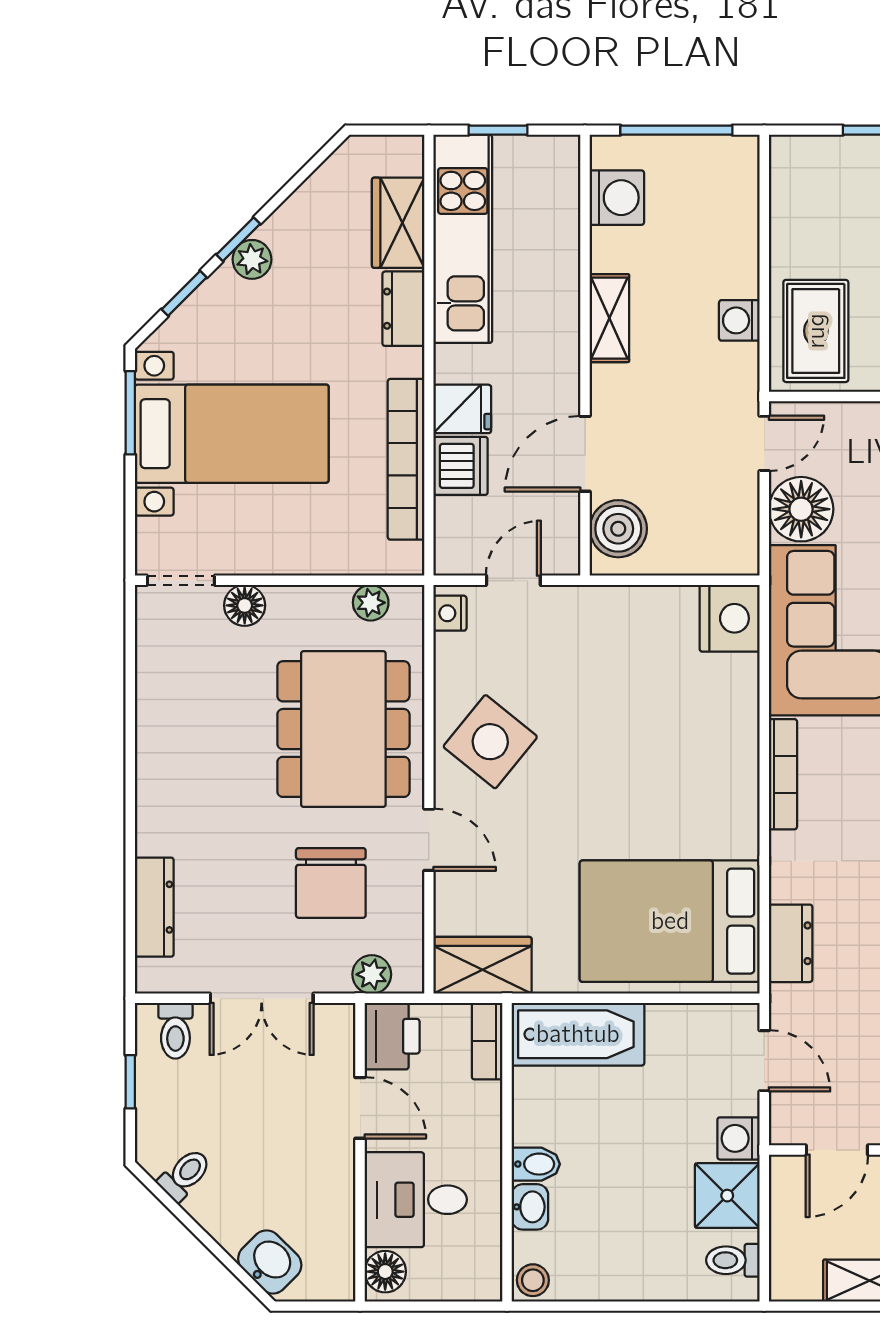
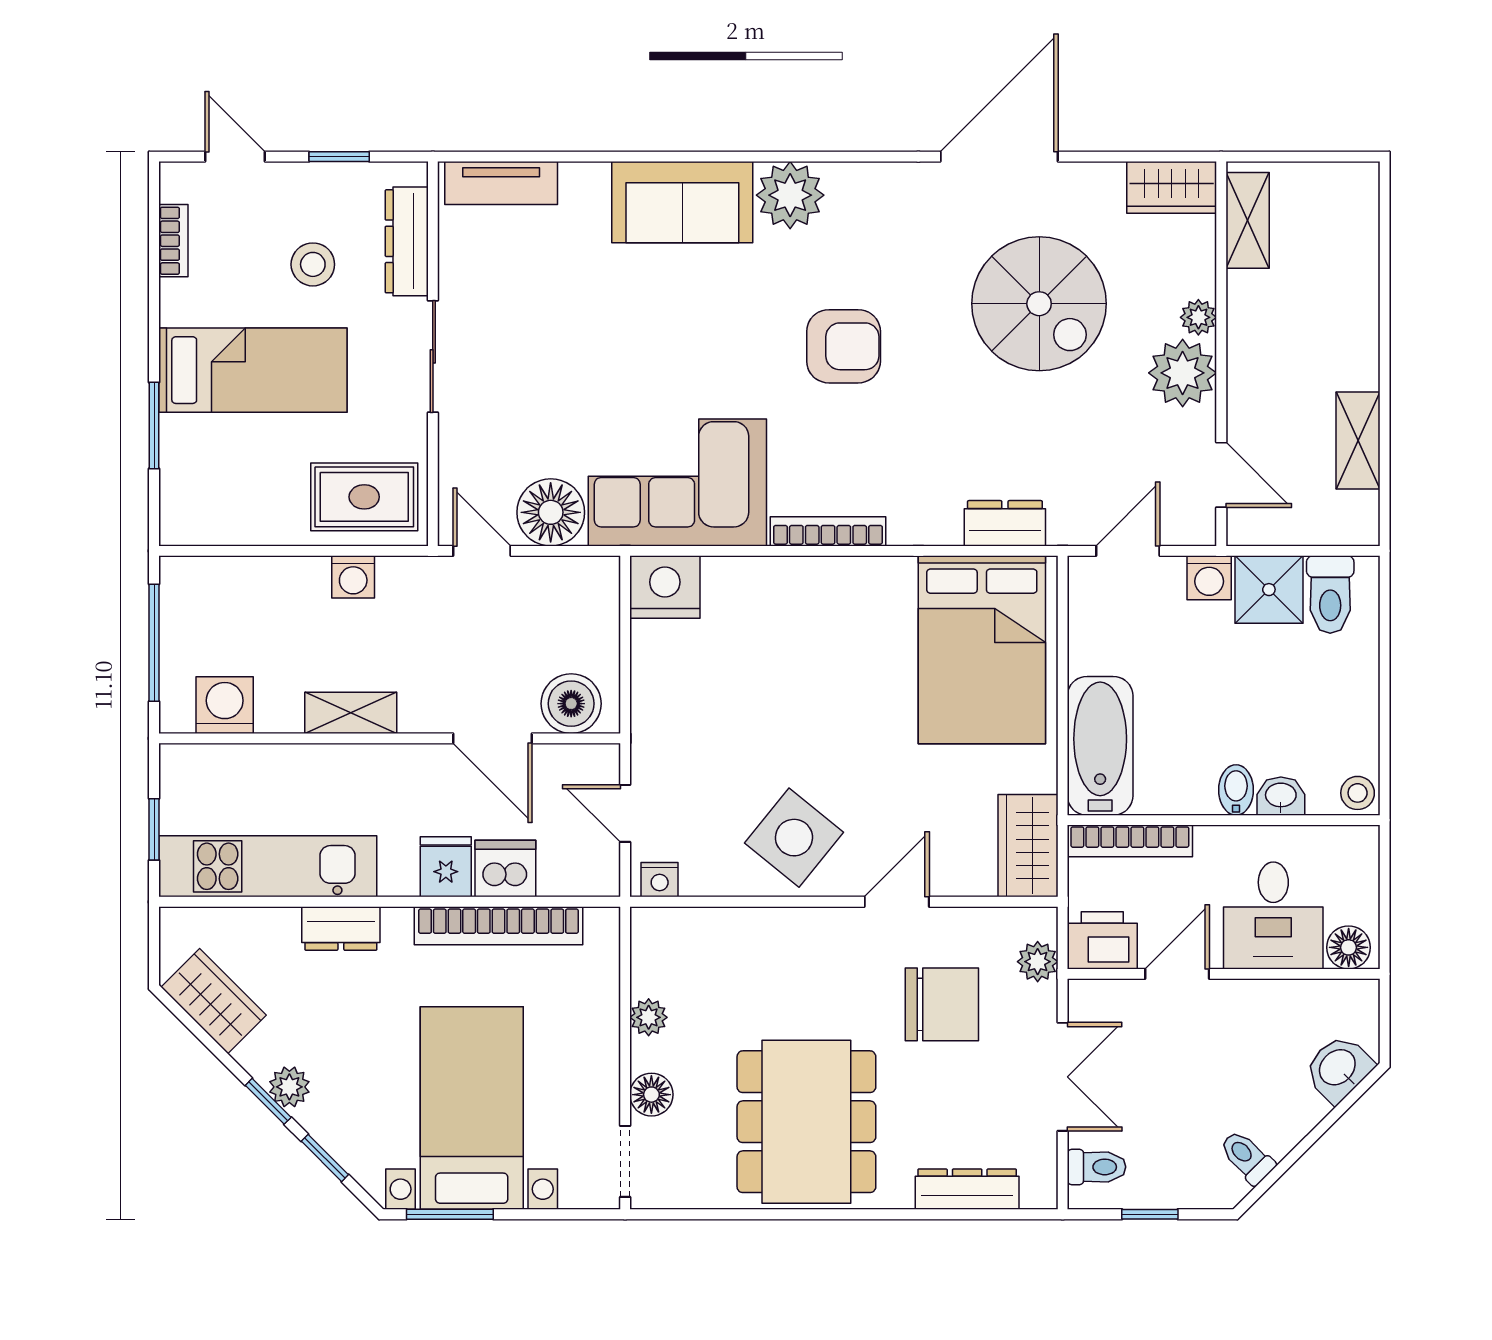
wardrobe: (398, 223) -> (214, 1001), moved, turned -135
plant: (371, 603) -> (649, 1017), moved
dining table: (343, 729) -> (806, 1122), moved, turned 90
bookcase: (487, 1041) -> (1130, 841), width x1.56
toilet: (733, 1260) -> (1330, 594), width x1.37, depth x1.39

